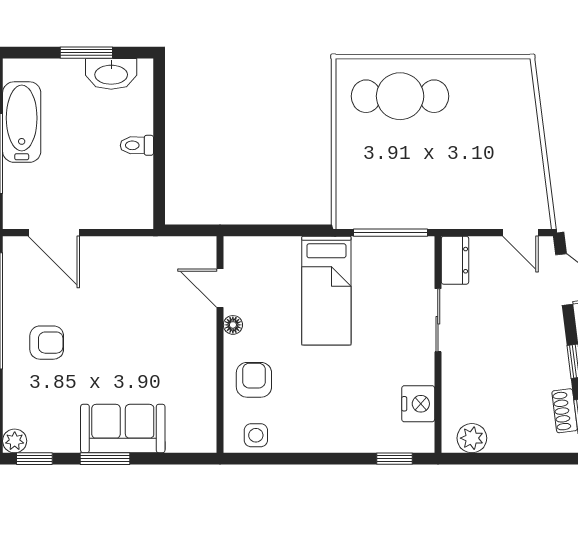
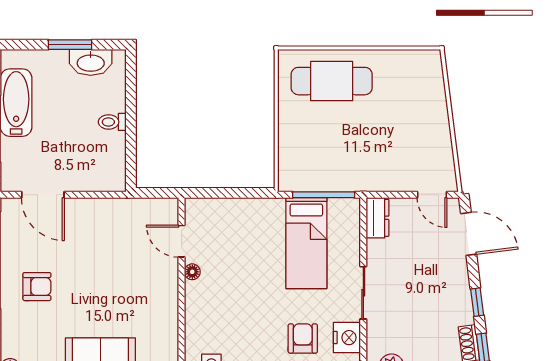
bed: (326, 291) -> (306, 243), moved
sliding door: (438, 320) -> (363, 293), moved
armchair: (254, 380) -> (303, 338), moved

